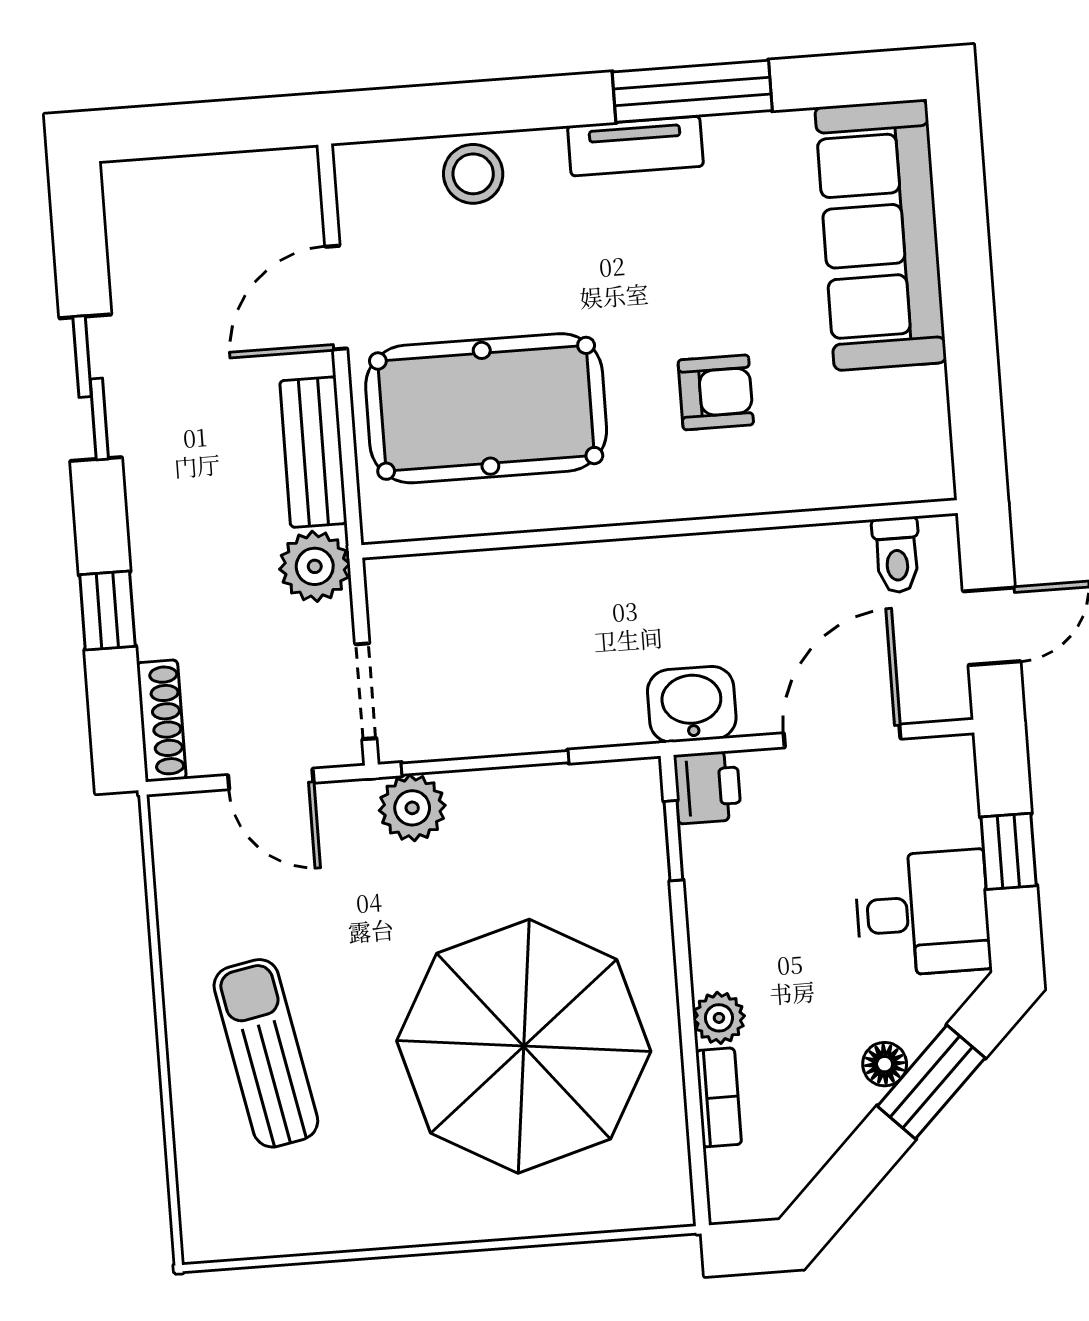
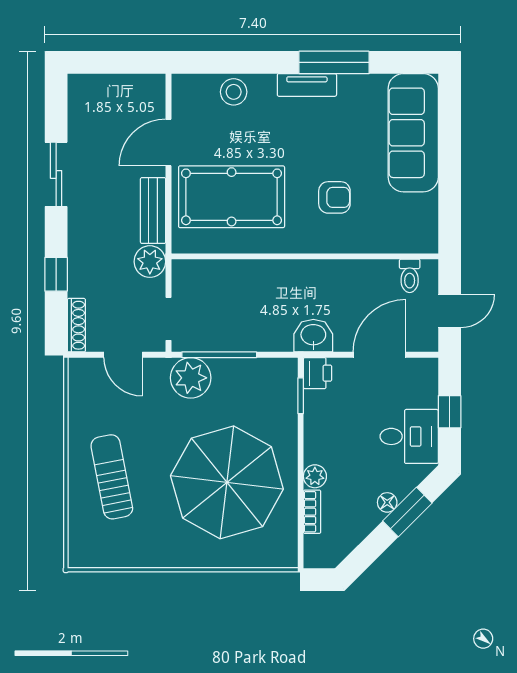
plant: (412, 808) -> (191, 378), width x1.36, depth x1.36

